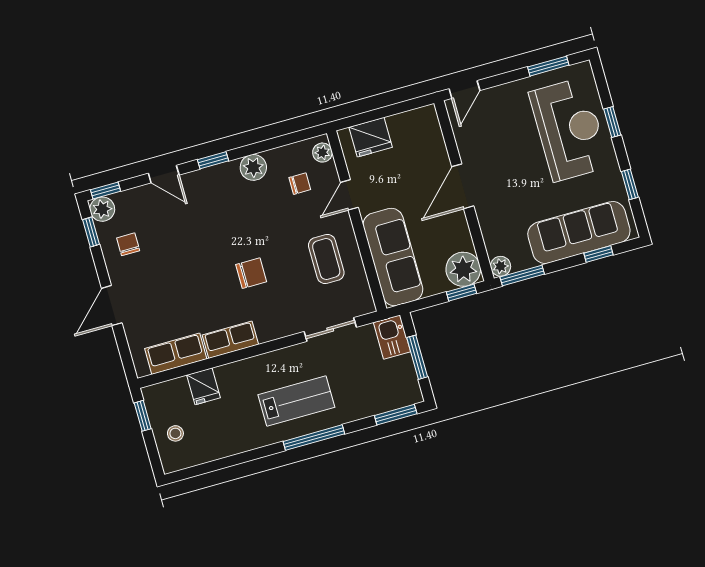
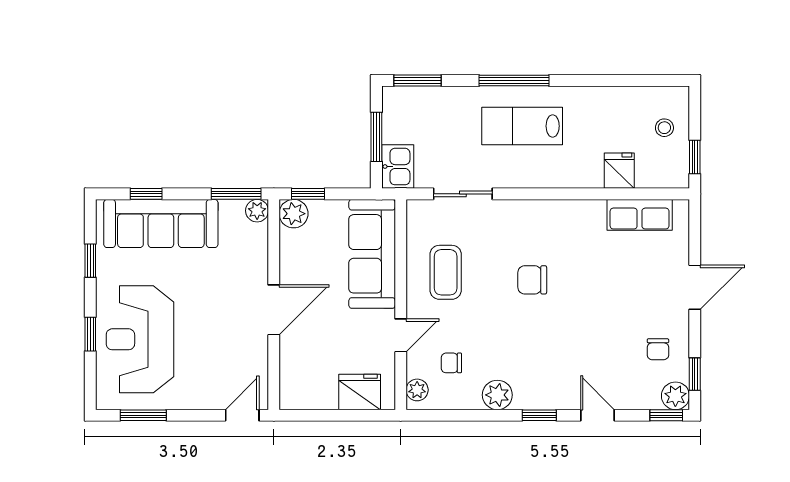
plant: (463, 269) -> (294, 214), width x0.73, depth x0.73
row of seats: (230, 340) -> (575, 213), removed

